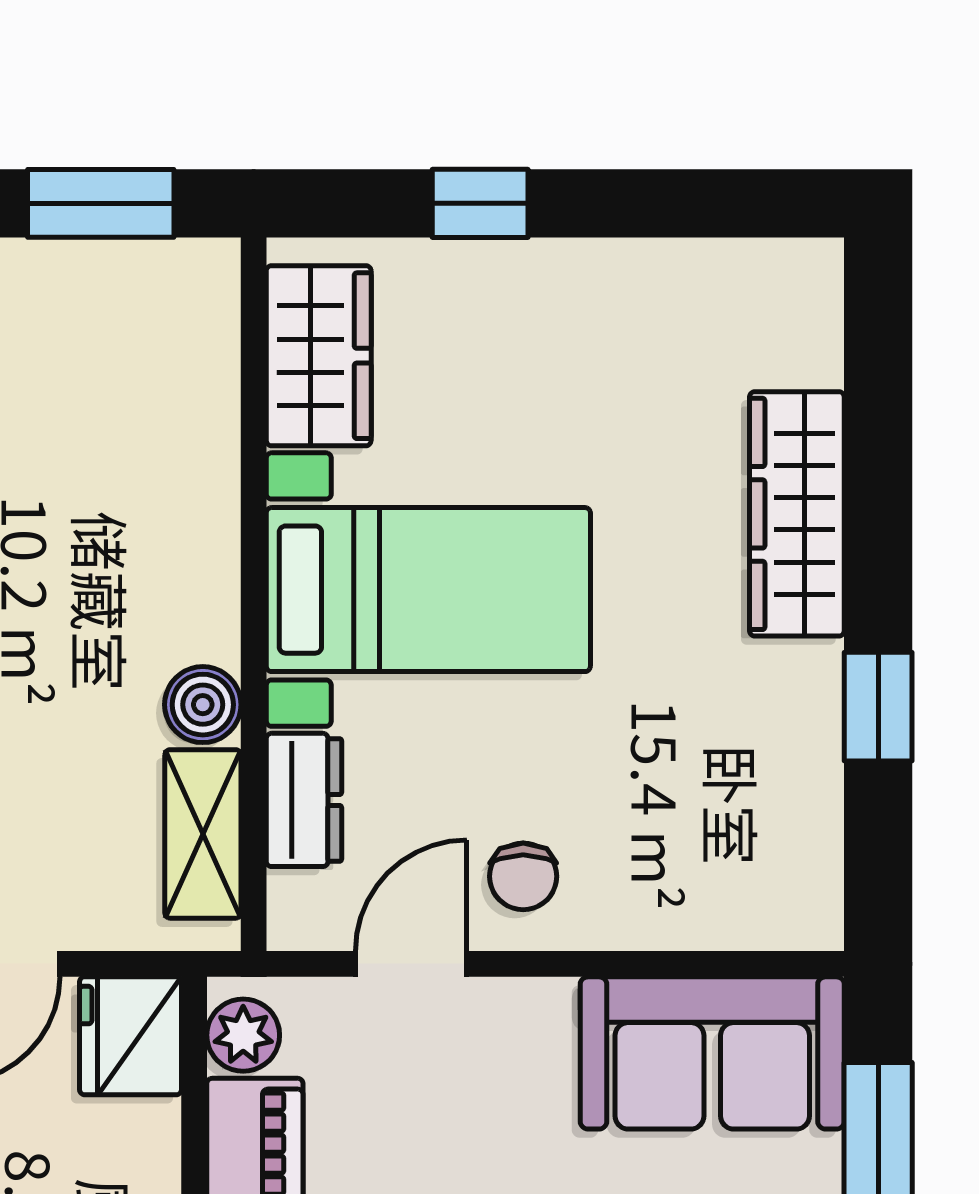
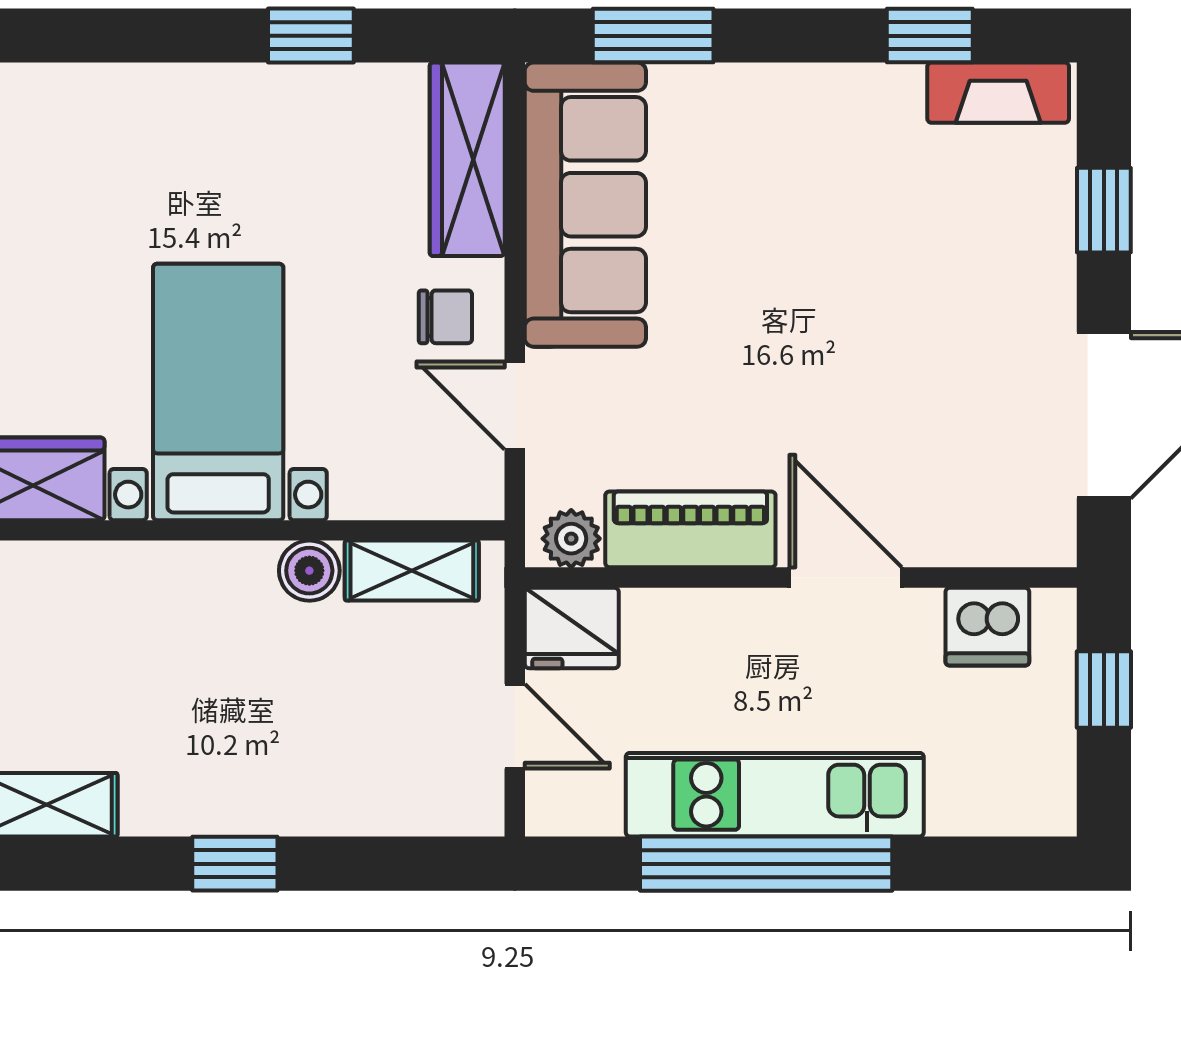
wardrobe: (797, 514) -> (467, 159), moved, turned 90
dresser: (304, 800) -> (385, 490), removed
sofa: (712, 1053) -> (585, 205), width x1.36

